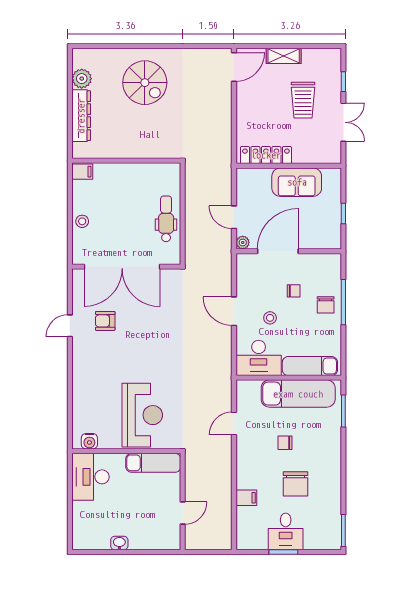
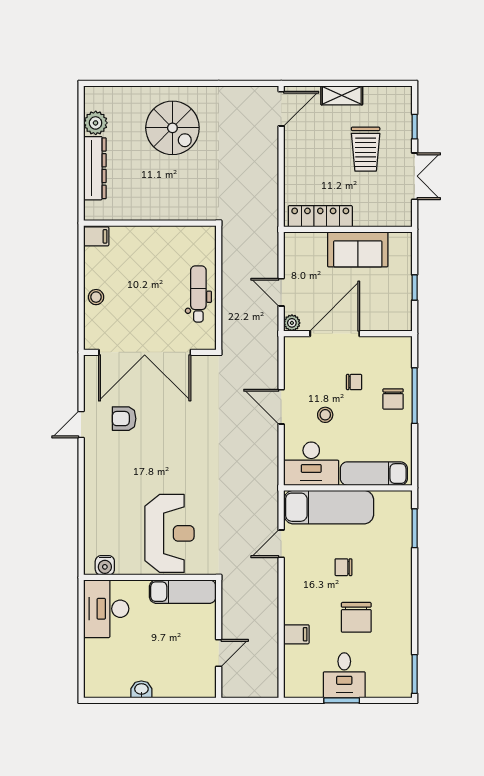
exam couch: (298, 394) -> (329, 507), moved

